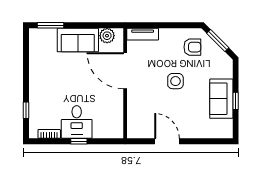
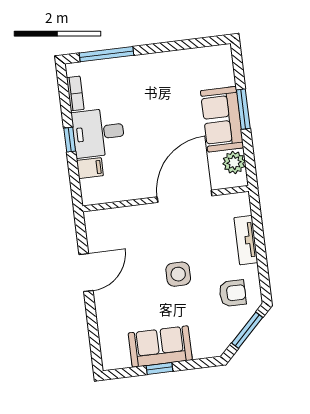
window: (50, 25) -> (243, 109), moved
tv unit: (143, 34) -> (246, 240), moved
armchair: (192, 47) -> (233, 293), turned -90
window: (26, 110) -> (107, 54), width x2.17
filing cabinet: (99, 130) -> (90, 168), added

